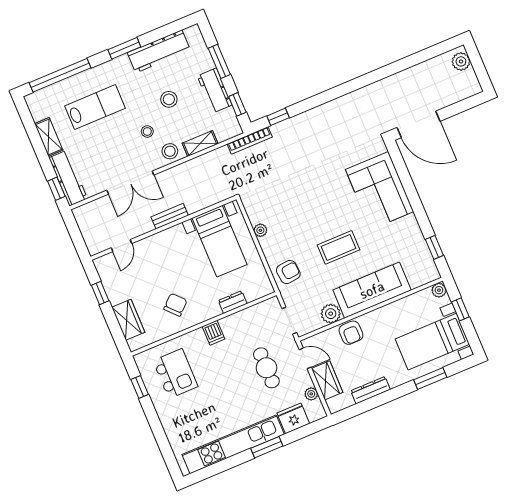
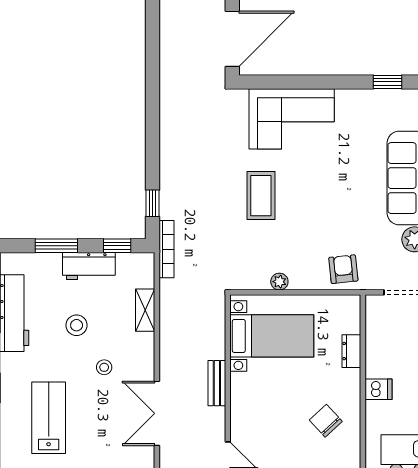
stool: (170, 151) -> (139, 350), removed
double door: (130, 183) -> (157, 413), swing flipped
coffee table: (339, 247) -> (261, 196), moved

